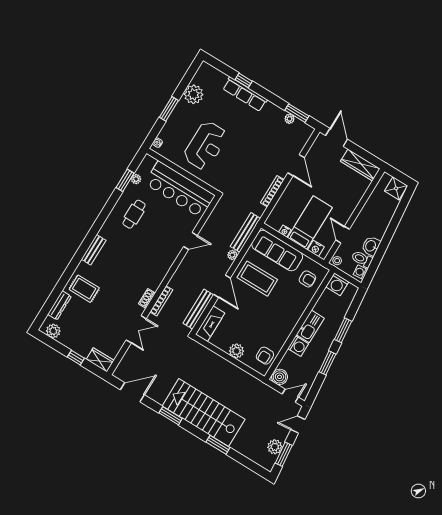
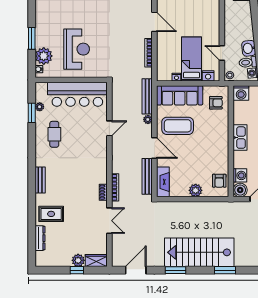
plant: (194, 94) -> (44, 56), moved
plant: (53, 331) -> (78, 260), moved
washing machine: (298, 346) -> (240, 175), moved

